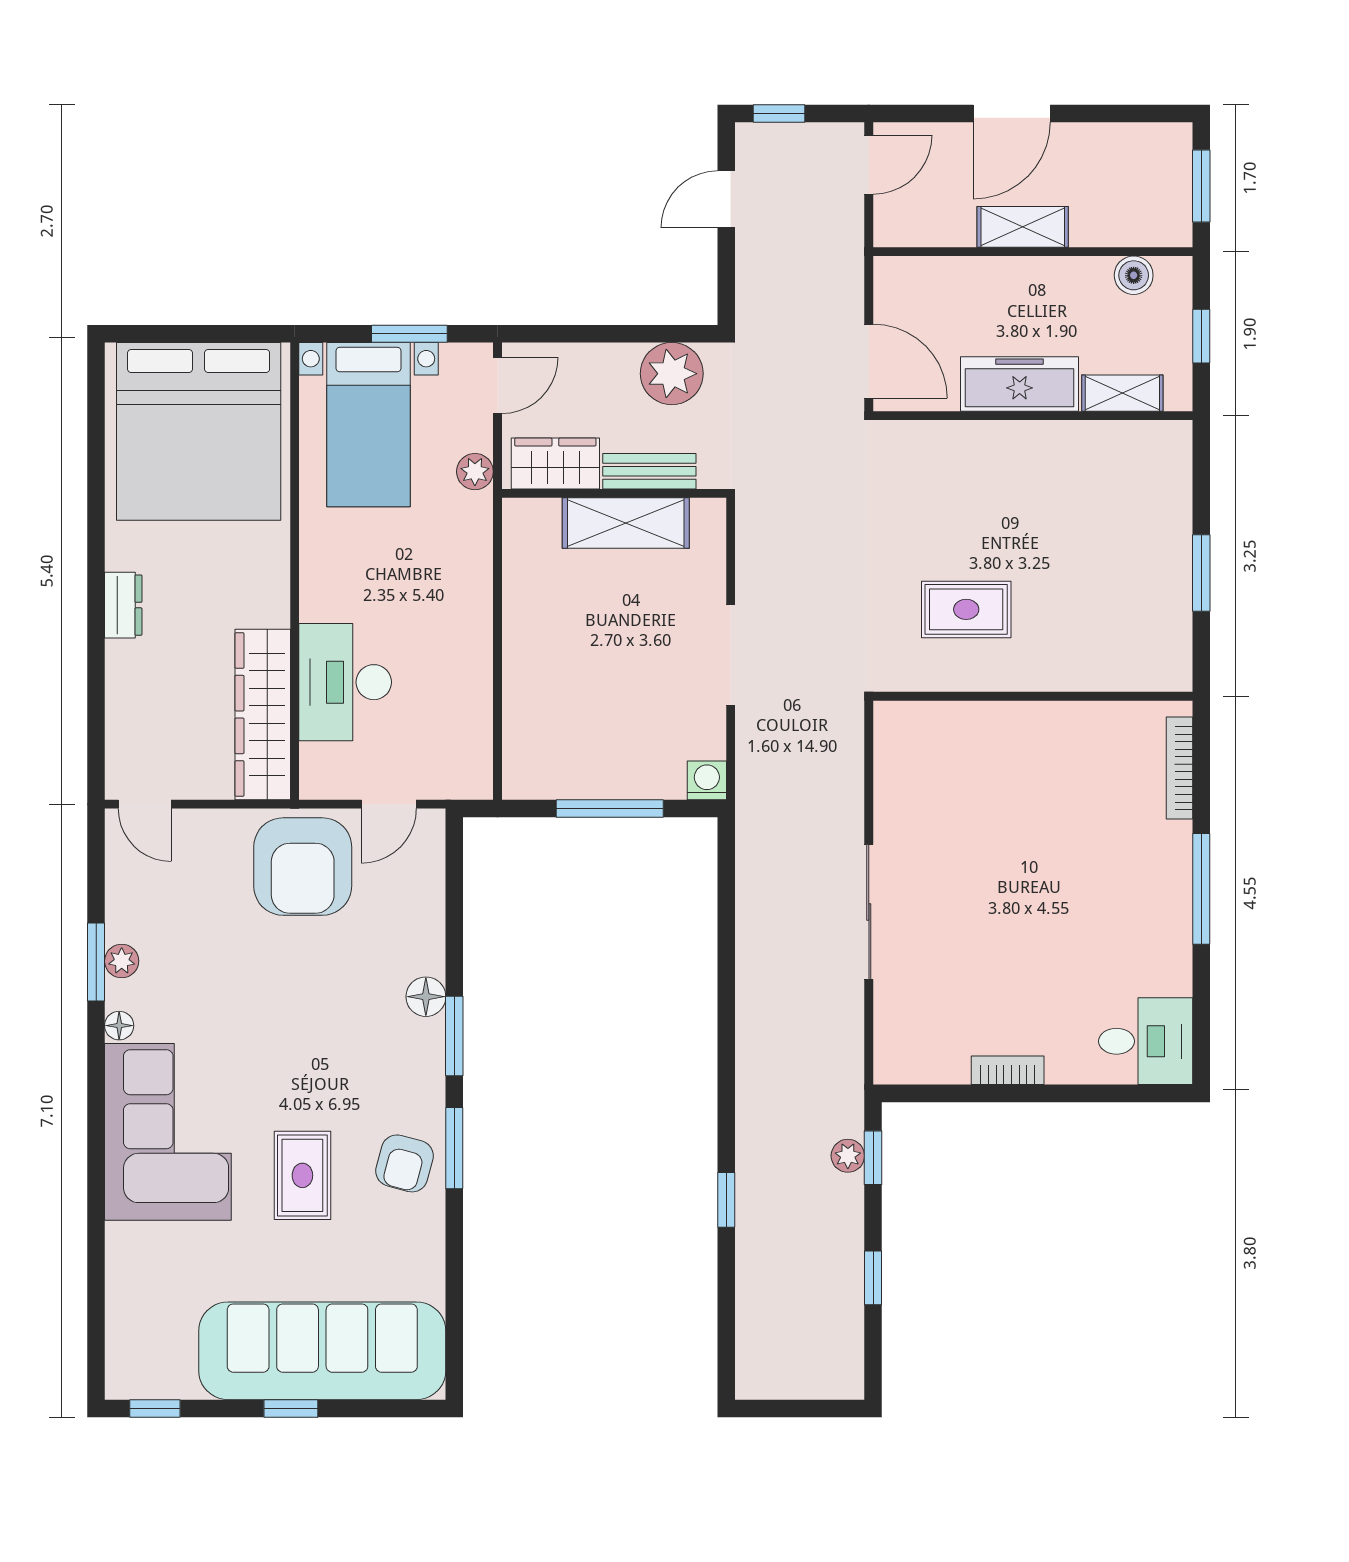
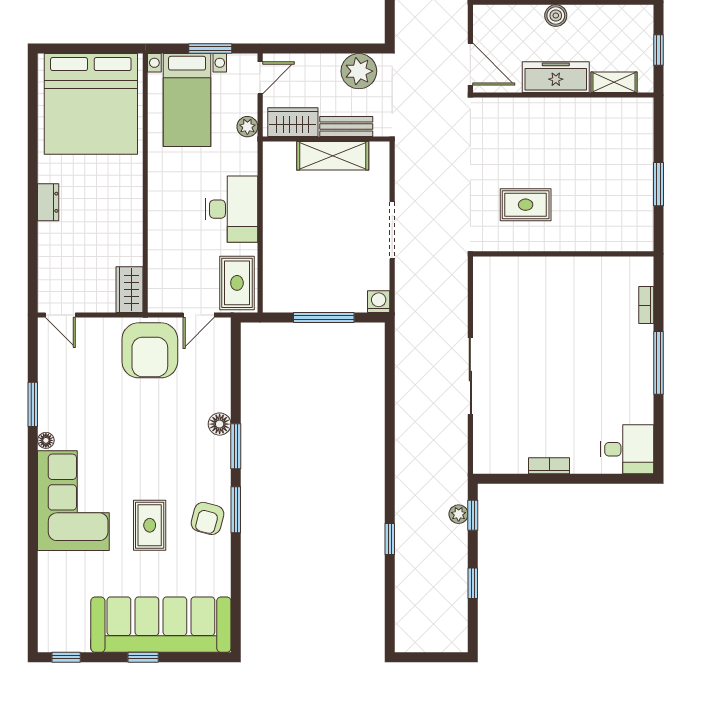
boiler: (1134, 275) -> (556, 16), moved
desk: (345, 682) -> (232, 209), moved, turned 180
wardrobe: (263, 714) -> (129, 290), width x0.48, depth x0.85
rug: (457, 748) -> (237, 283), added
bookcase: (1179, 768) -> (646, 305), width x0.64
plant: (122, 961) -> (47, 404), removed

